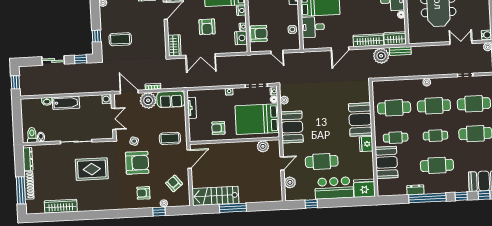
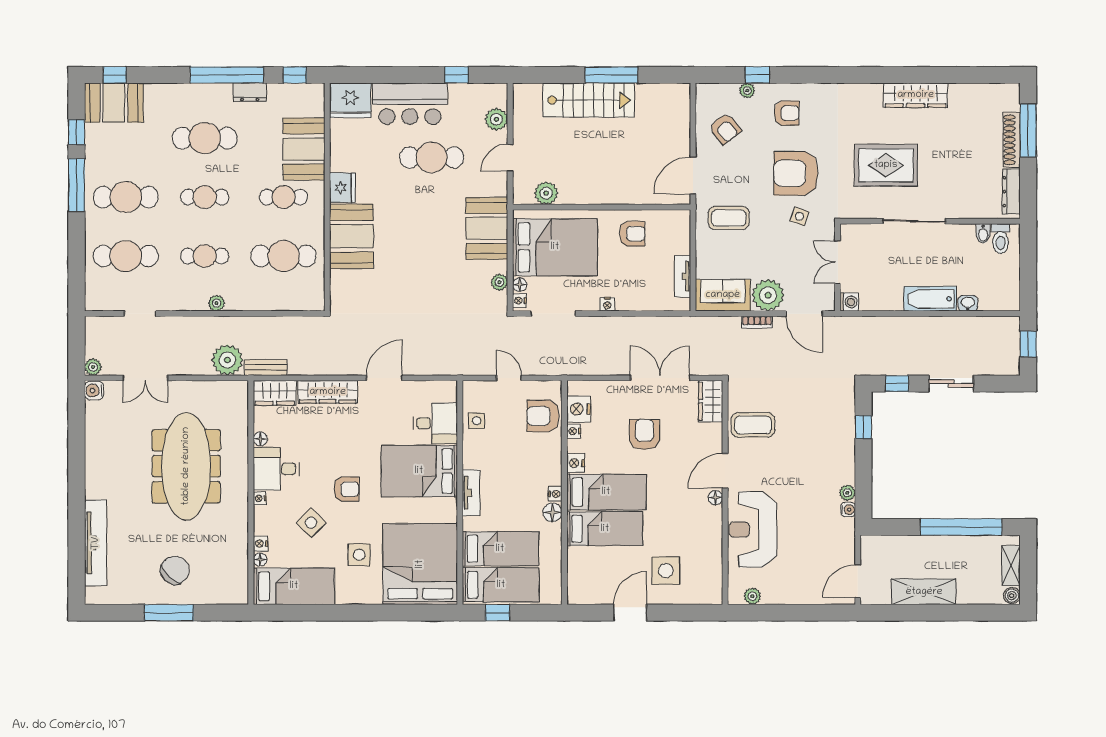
coffee table: (120, 39) -> (753, 425), moved
plant: (381, 56) -> (227, 360), moved
cafe table: (434, 106) -> (205, 256), width x0.73, depth x0.74
stairs: (215, 196) -> (589, 100), moved
window: (461, 196) -> (295, 75), moved
wardrobe: (61, 206) -> (916, 95), moved

